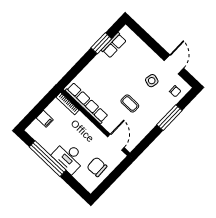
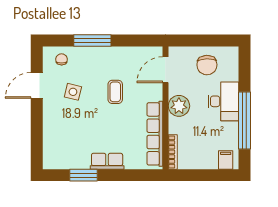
row of seats: (114, 45) -> (107, 161), moved
filing cabinet: (45, 119) -> (226, 160), moved
plant: (89, 131) -> (179, 106), added

